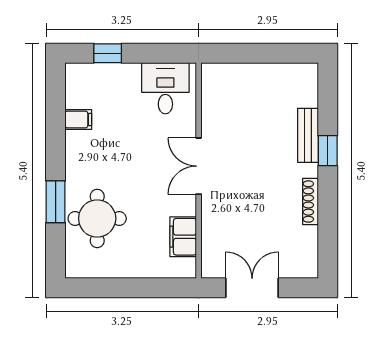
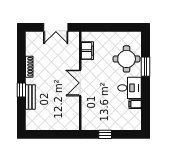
window: (108, 53) -> (105, 134), moved
desk: (165, 88) -> (130, 88), moved, turned -90
double door: (199, 166) -> (80, 83), swing flipped

